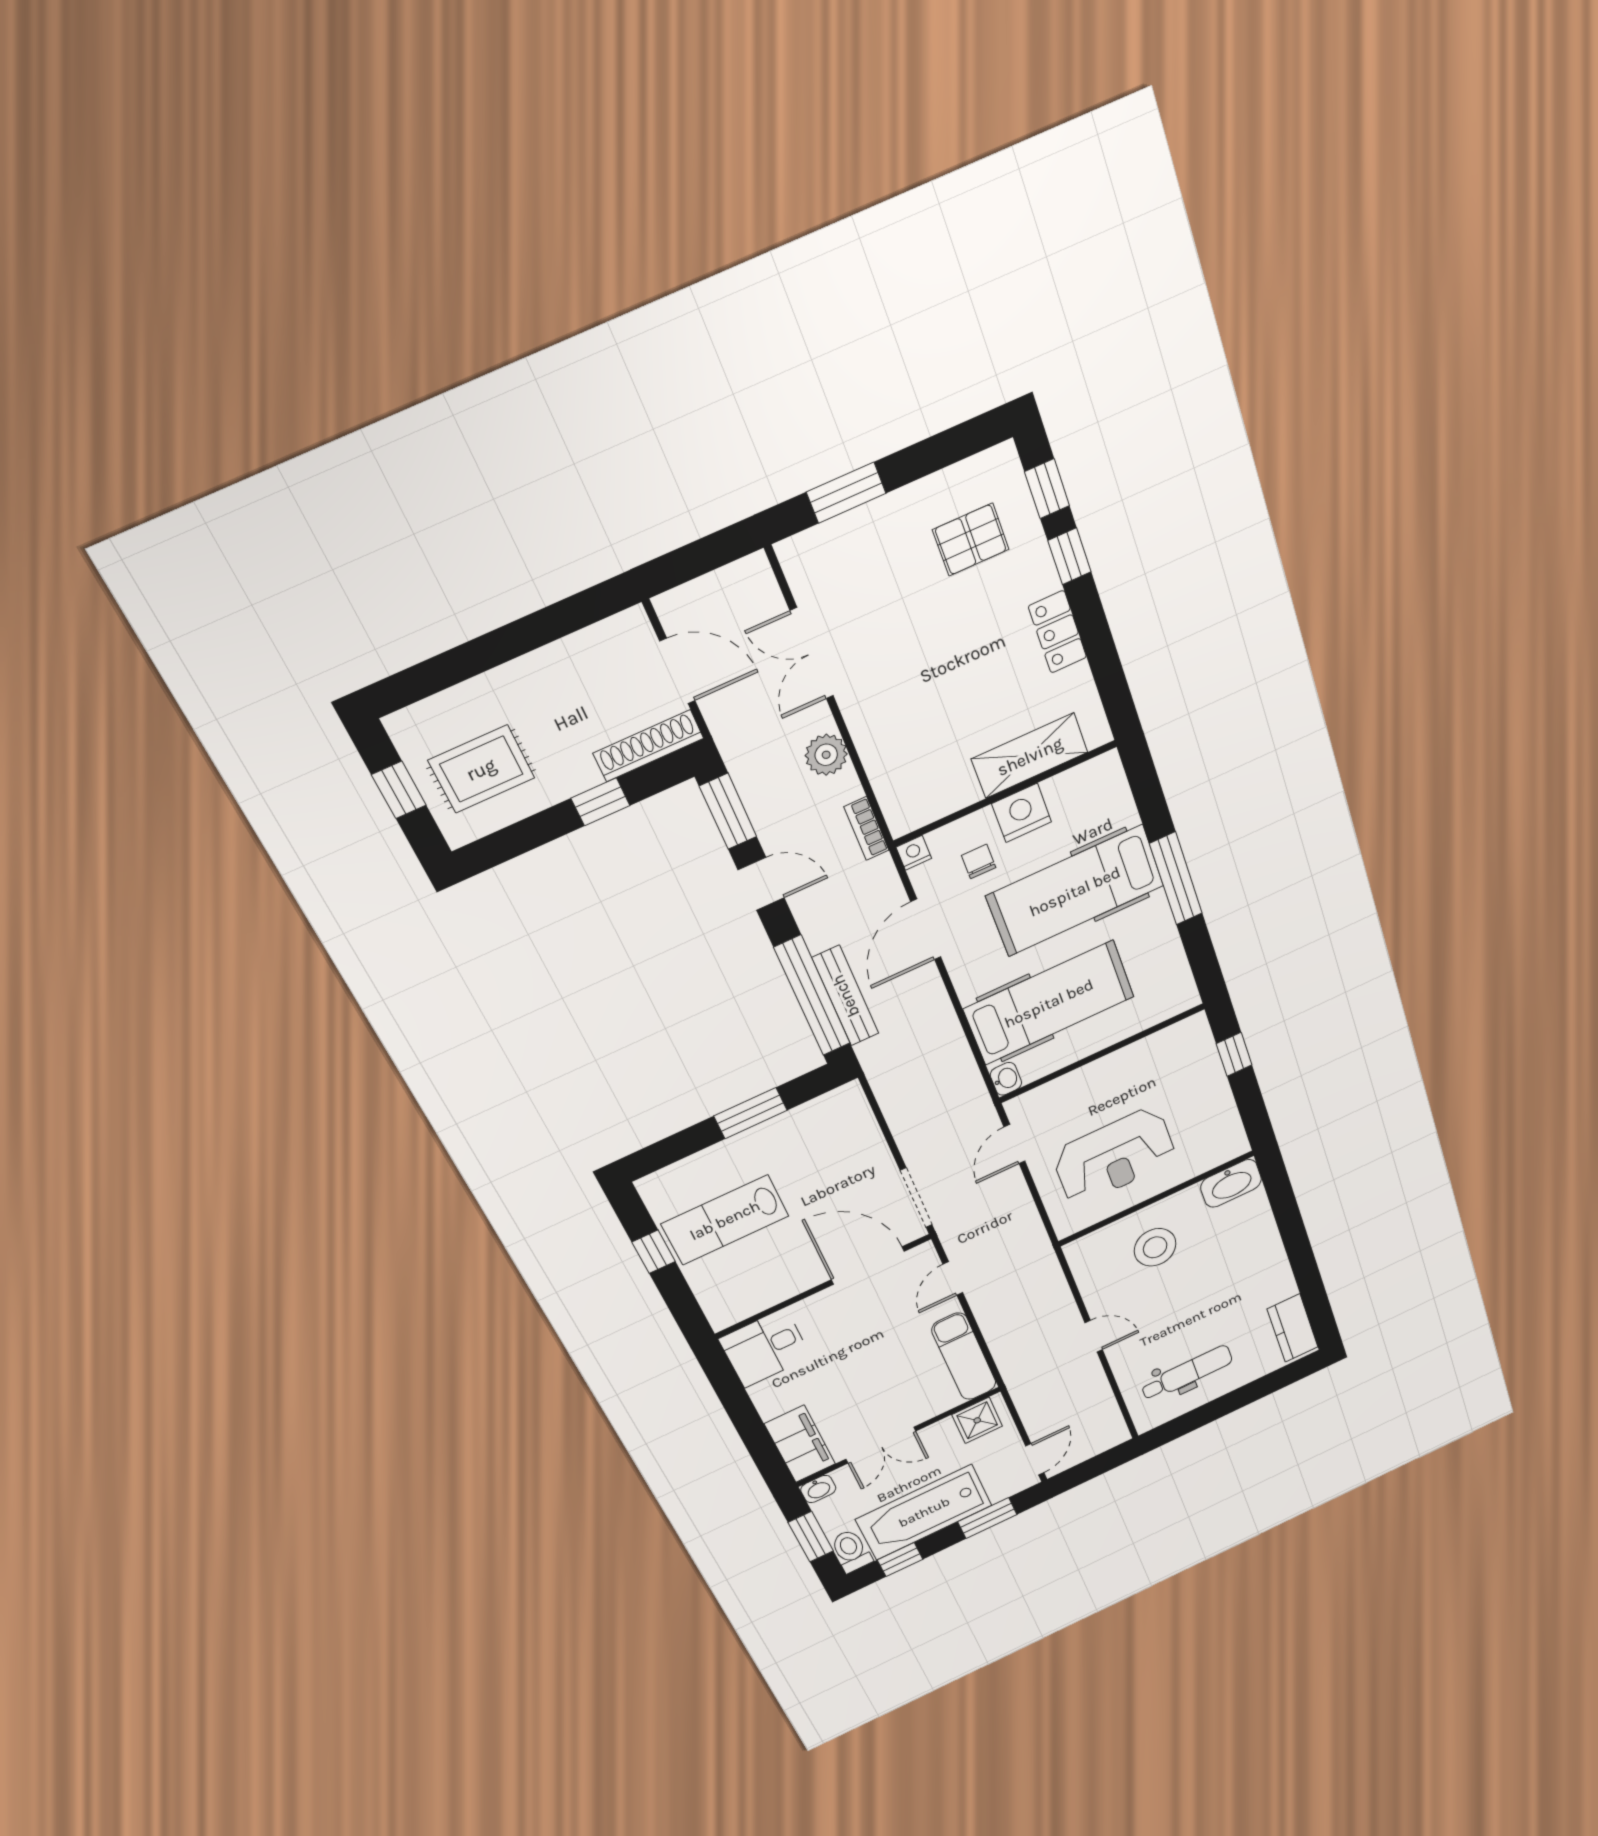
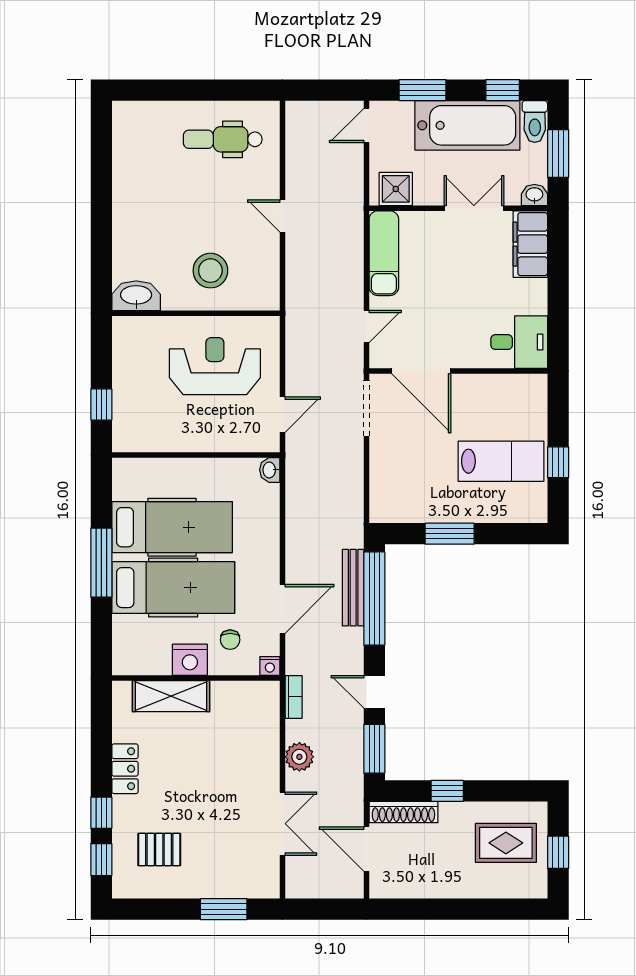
hospital bed: (1049, 1003) -> (172, 527), moved, turned 180
kitchen counter: (1293, 1328) -> (127, 134), removed

